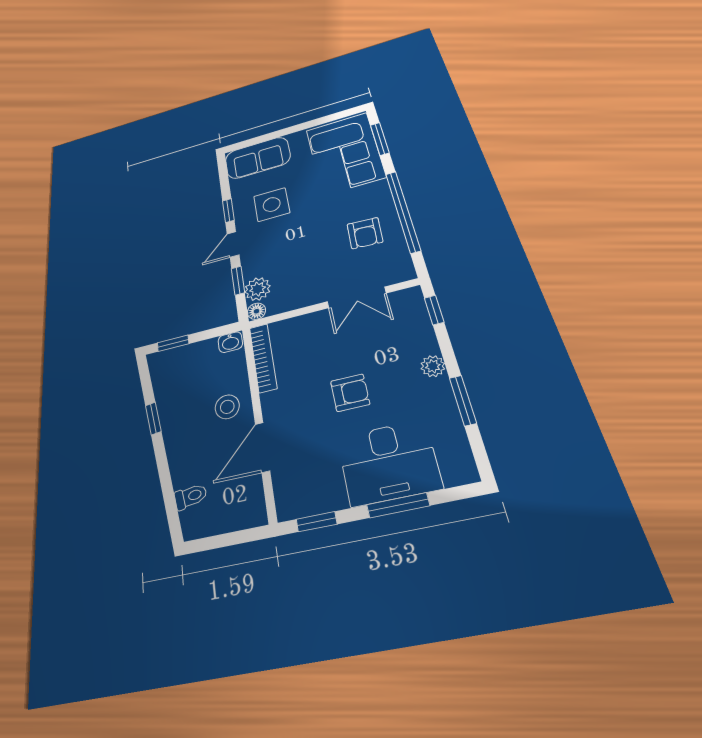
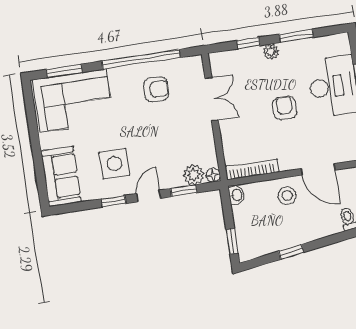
door: (233, 244) -> (149, 196), swing flipped
window: (434, 310) -> (248, 43), moved

